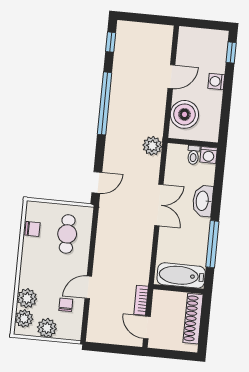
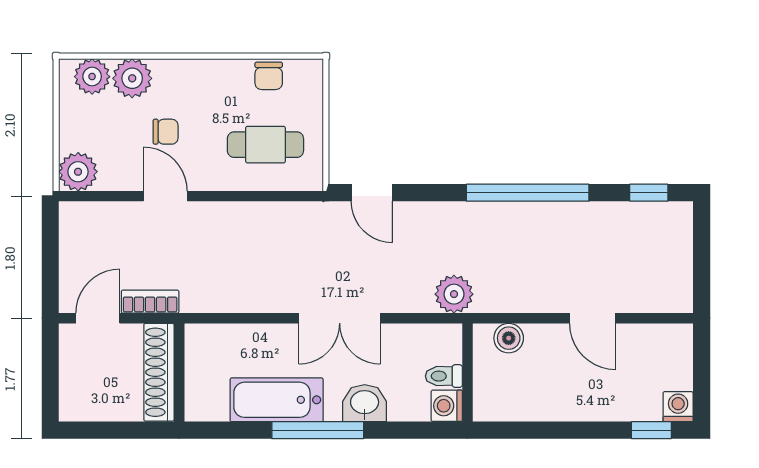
washing machine: (216, 81) -> (678, 407), moved
boiler: (184, 114) -> (509, 338), width x0.54, depth x0.54
washbasin: (203, 201) -> (365, 403), width x0.72
window: (212, 244) -> (318, 430), moved
bathtub: (181, 275) -> (277, 400), moved, turned -90
chair: (66, 305) -> (166, 132), moved
shoe rack: (193, 319) -> (159, 372), moved, turned -90
plant: (47, 328) -> (78, 172), moved

